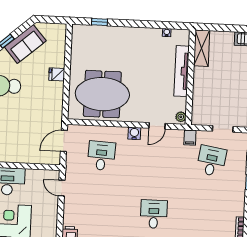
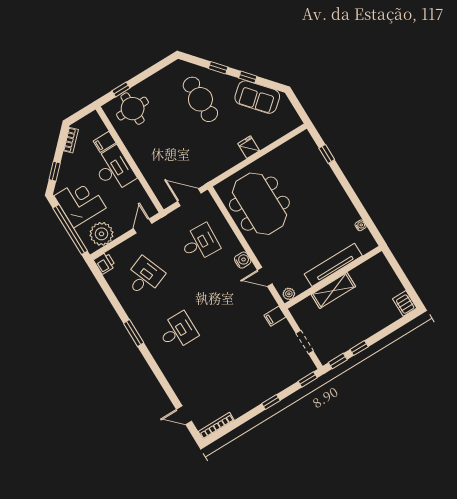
shelving: (202, 48) -> (333, 290), moved
desk: (211, 161) -> (144, 277), moved, turned -30
plant: (47, 221) -> (101, 234), added

